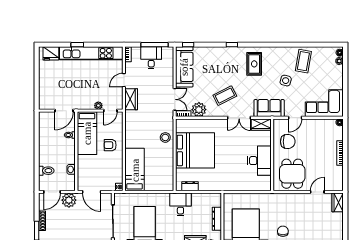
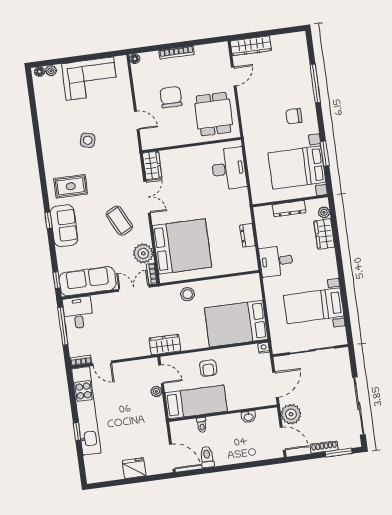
fridge: (51, 53) -> (134, 468), moved, turned -90
desk: (151, 58) -> (78, 313), moved, turned 90
coffee table: (303, 61) -> (58, 120), removed
door: (124, 80) -> (102, 363), moved
wardrobe: (131, 99) -> (165, 345), moved
corner sofa: (324, 103) -> (90, 79), moved, turned -90
sofa: (269, 108) -> (64, 226), moved, turned 180
door: (64, 111) -> (172, 457), moved
chair: (288, 142) -> (171, 97), moved
bed: (195, 150) -> (182, 246), moved, turned 90
desk: (260, 161) -> (229, 169), moved, turned 90
bed: (135, 170) -> (236, 324), width x1.50
toilet: (46, 171) -> (207, 457), moved
dining table: (292, 174) -> (214, 114), turned 90
dresser: (190, 186) -> (247, 235), moved
door: (317, 192) -> (234, 76), swing flipped
wardrobe: (338, 202) -> (251, 46), width x1.50

